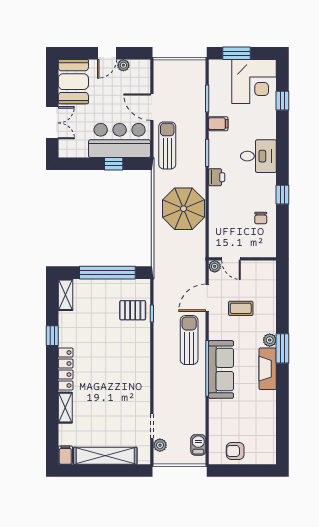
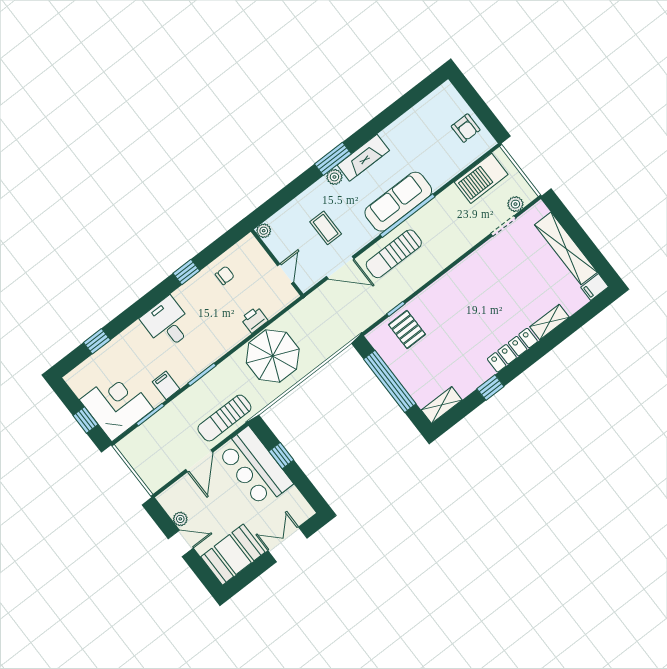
window: (236, 53) -> (85, 420), width x0.67
corner desk: (254, 81) -> (117, 404), moved
printer: (217, 177) -> (254, 320), moved
plant: (215, 266) -> (264, 231), moved
barbecue: (198, 445) -> (481, 178), width x1.88, depth x1.53

